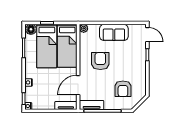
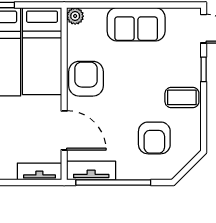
armchair: (100, 61) -> (86, 79), moved
coffee table: (137, 69) -> (182, 97), added
door: (78, 85) -> (64, 130), swing flipped

